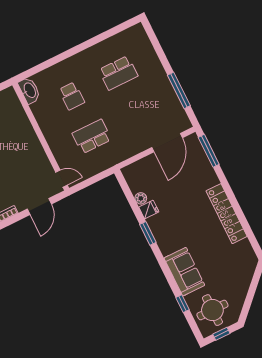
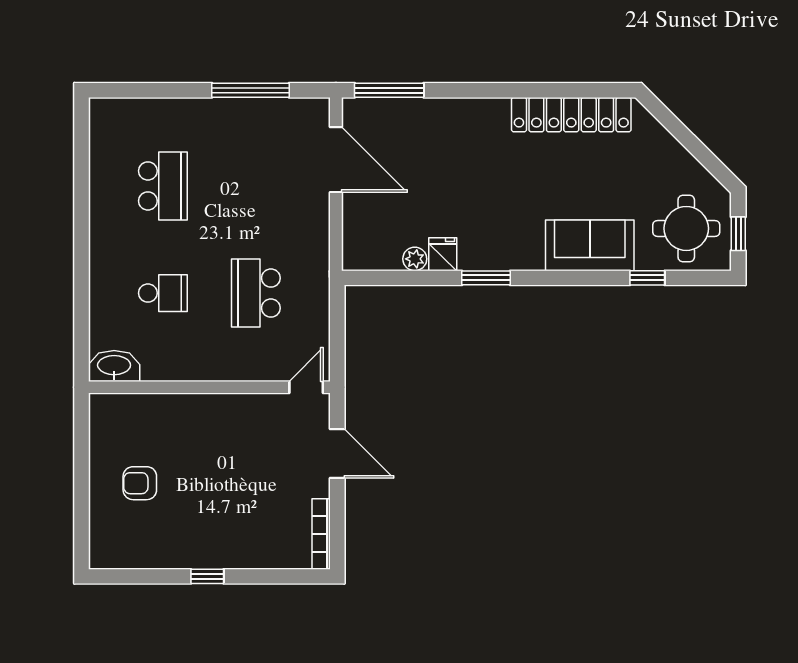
locker: (227, 214) -> (571, 115), moved

